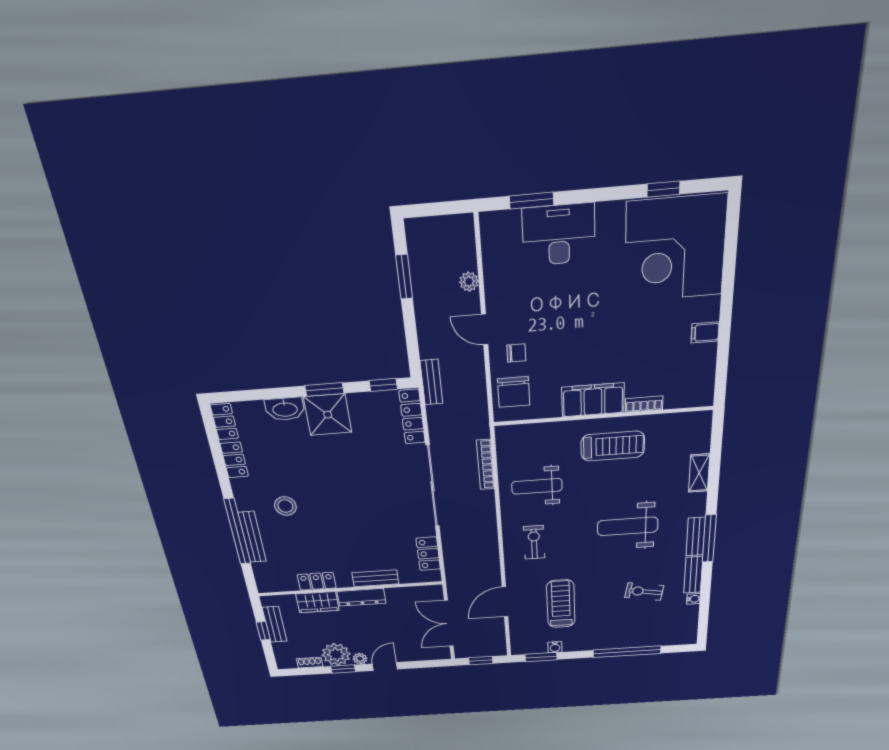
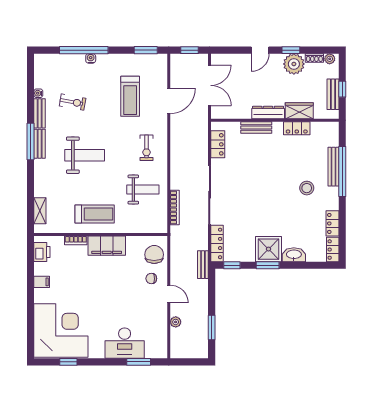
printer: (702, 382) -> (42, 252), added
treadmill: (613, 446) -> (95, 214), turned 180
shelving: (699, 473) -> (40, 211), moved
water cooler: (555, 647) -> (91, 58), moved
plant: (360, 659) -> (330, 59), moved

